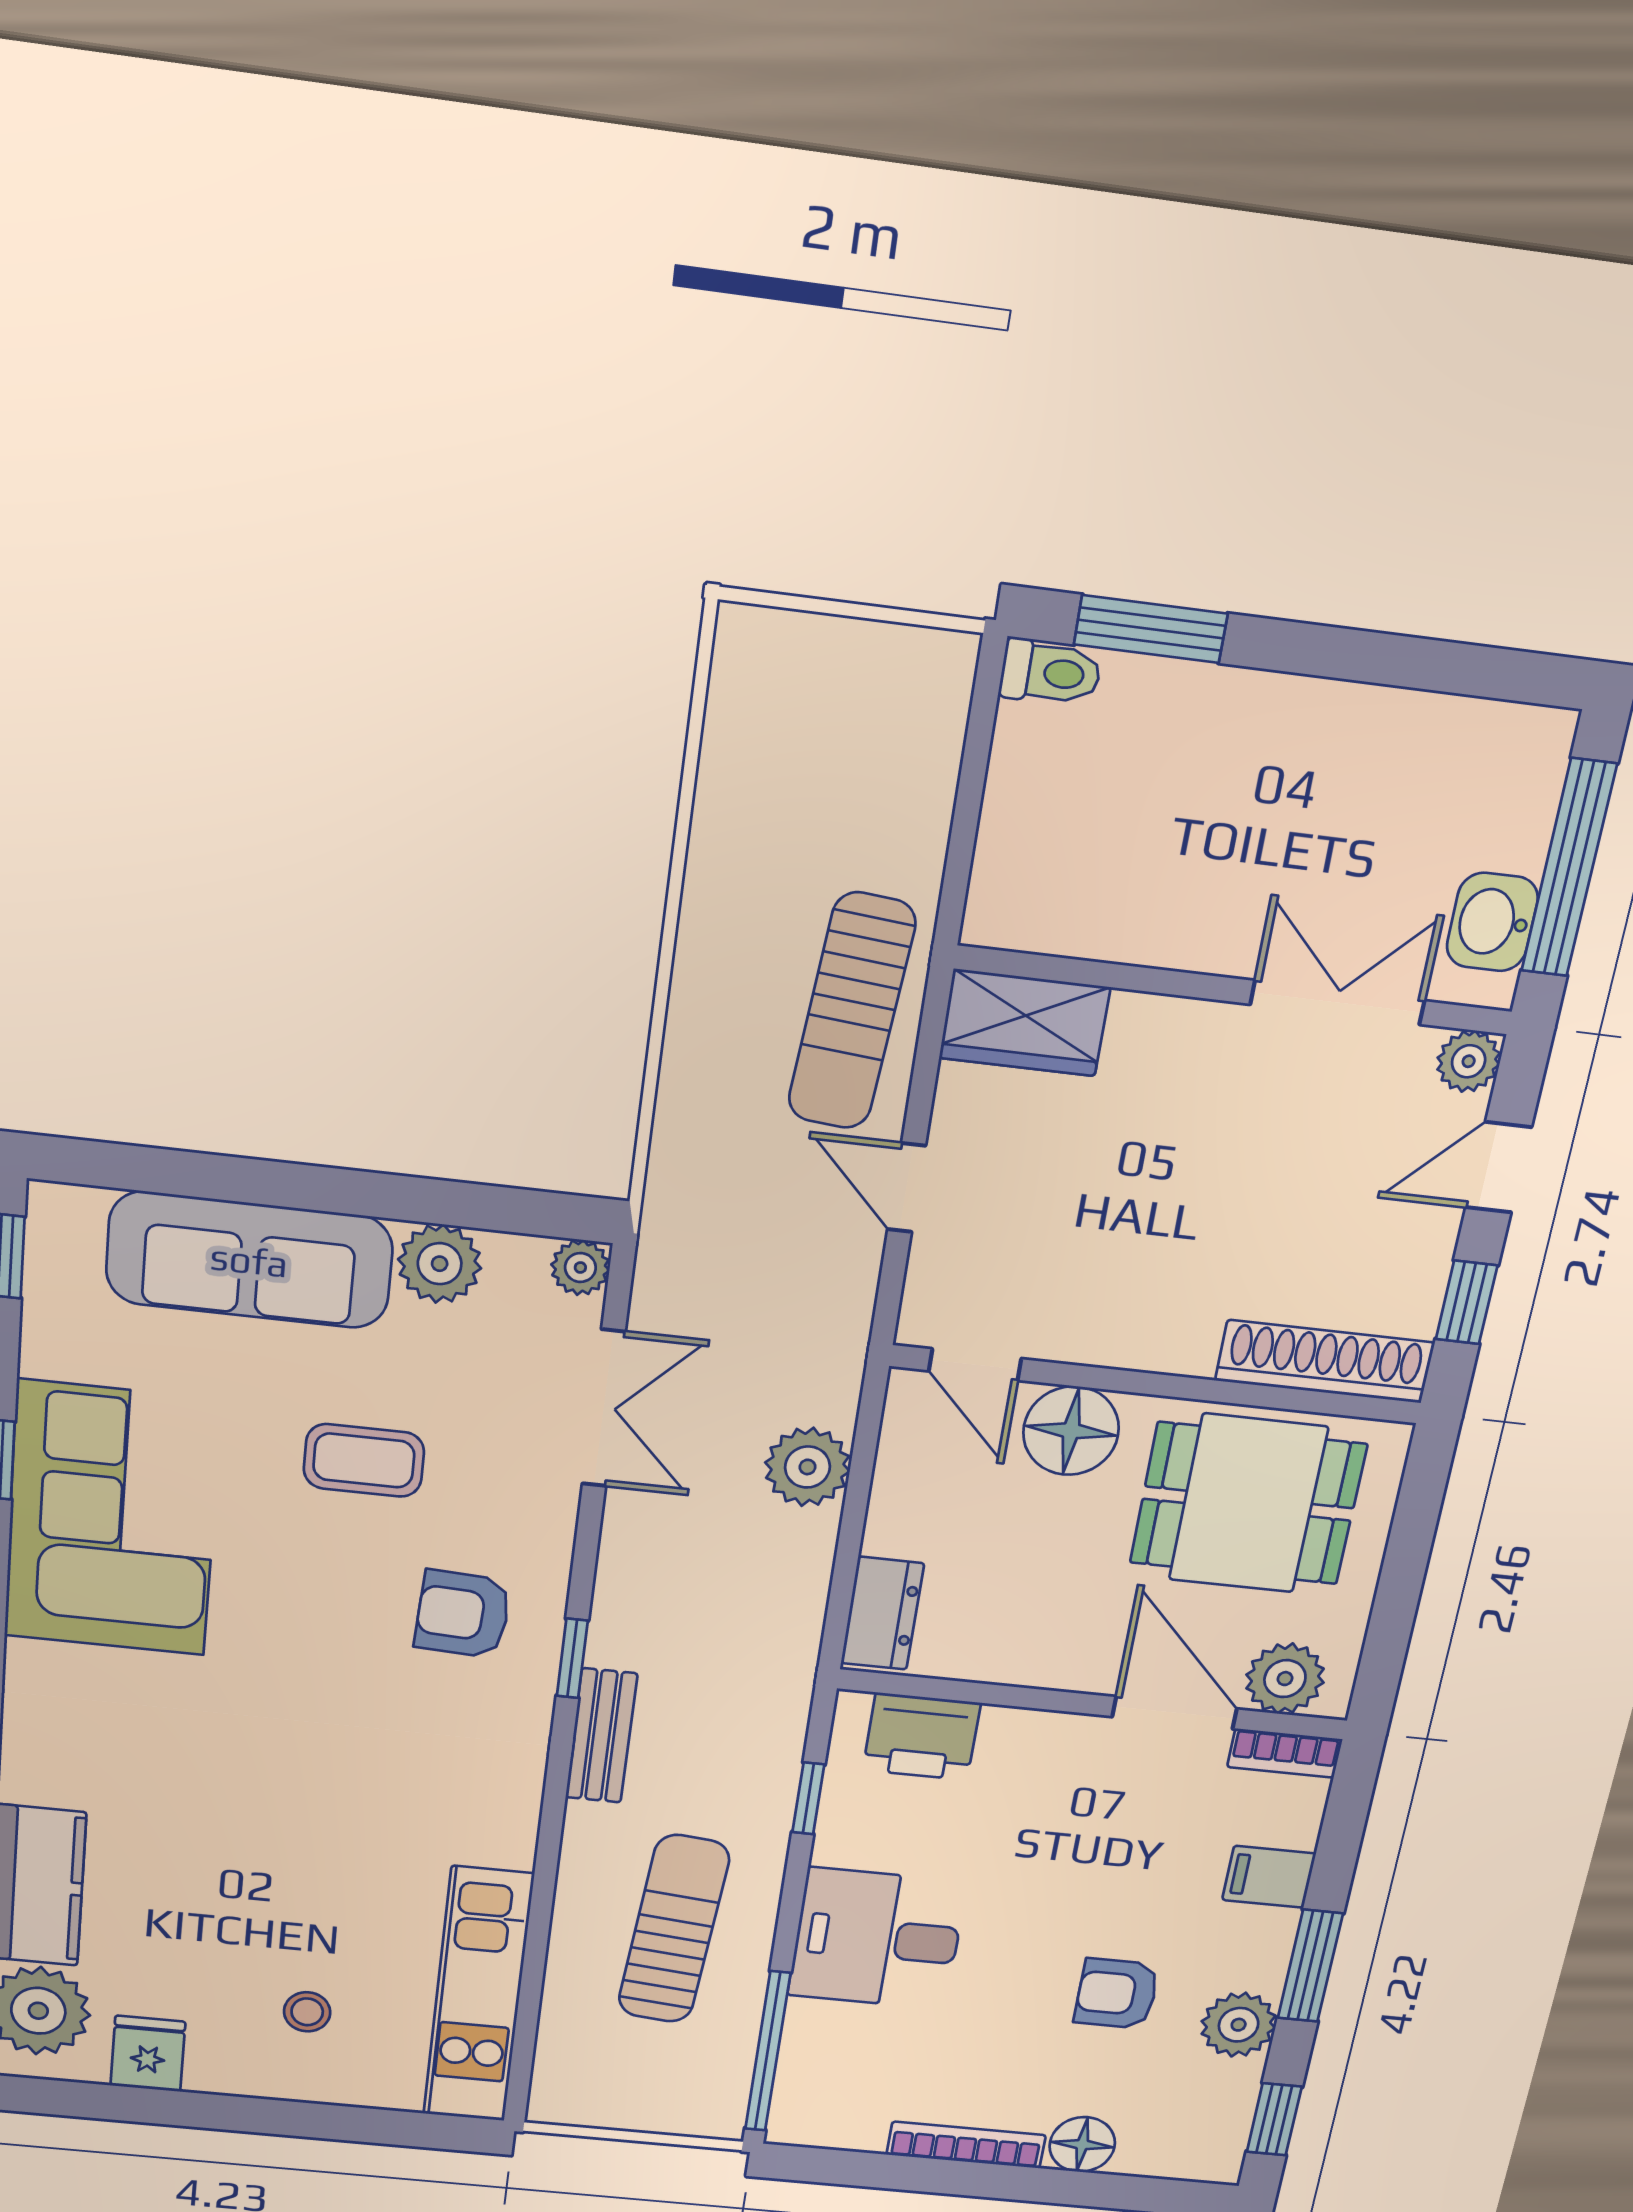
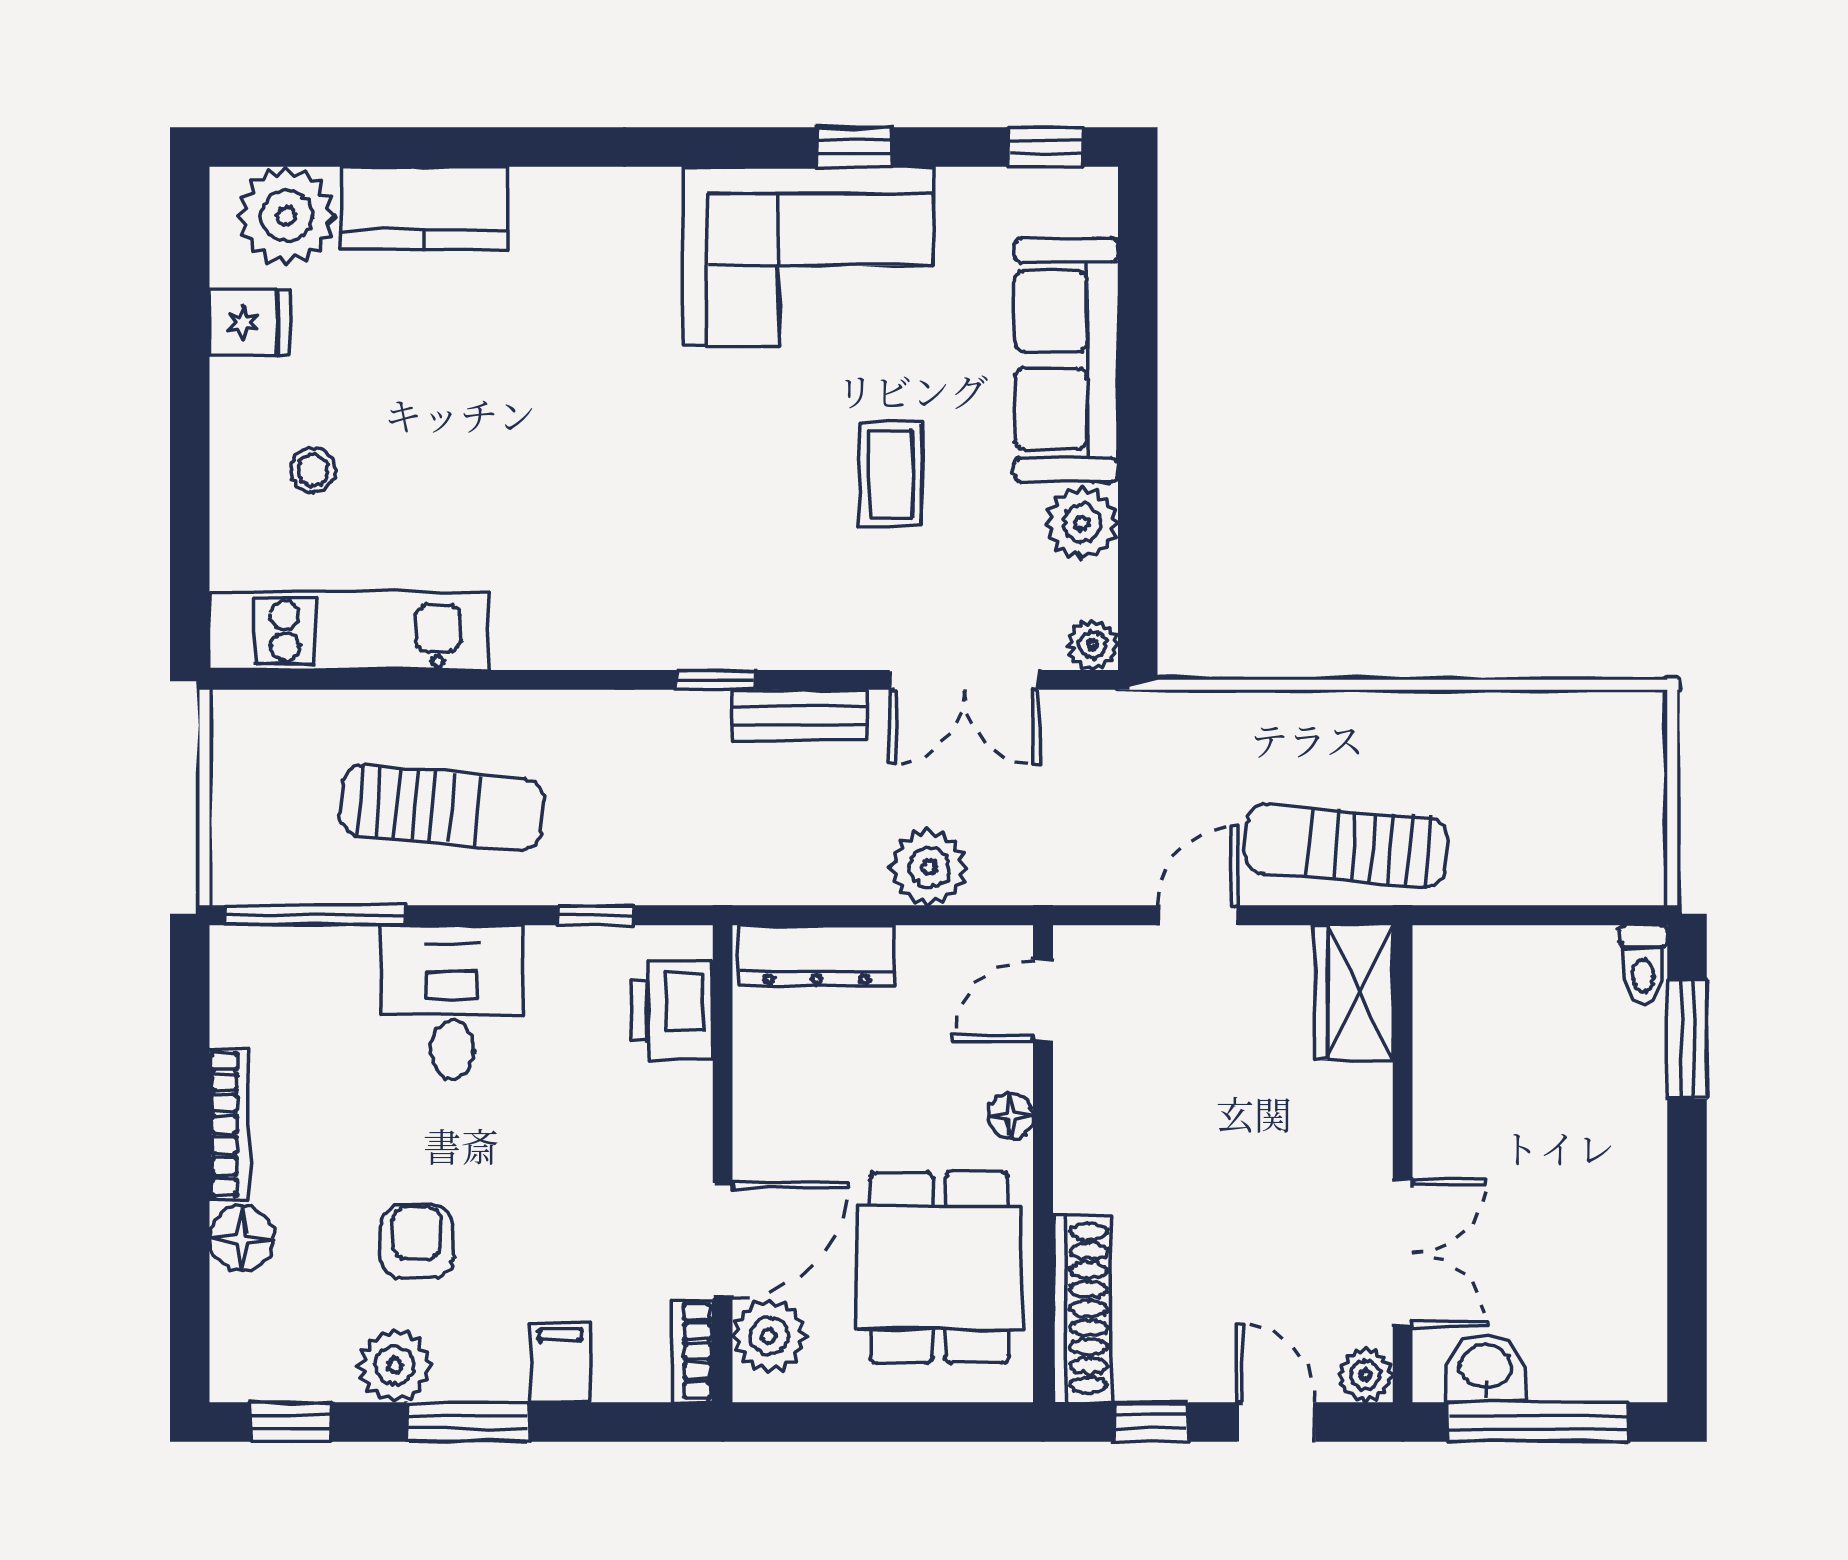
floor lamp: (1071, 1431) -> (1011, 1116), width x0.53, depth x0.53
dresser: (882, 1613) -> (817, 955), width x1.44
armchair: (463, 1614) -> (750, 576), removed
bench: (601, 1736) -> (799, 716), moved

